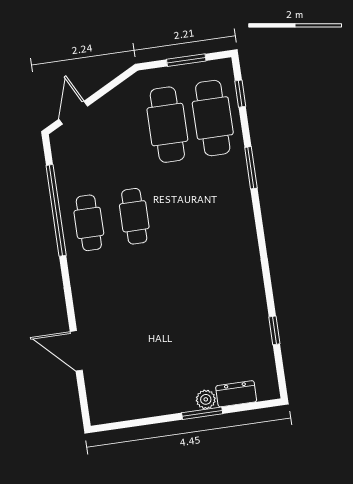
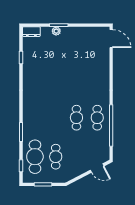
door: (73, 113) -> (97, 168), hinge flipped
cafe table: (167, 125) -> (56, 157), width x0.73, depth x0.74
door: (76, 351) -> (111, 39), moved
dresser: (236, 394) -> (31, 32), moved

